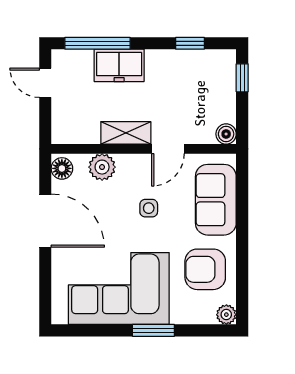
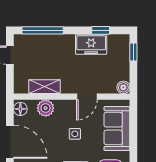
freezer: (119, 65) -> (91, 44), moved
shelving: (126, 133) -> (44, 87), moved

